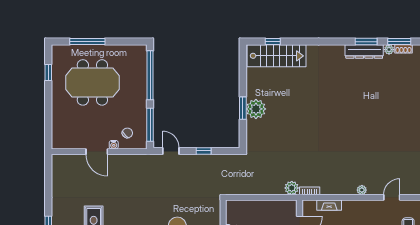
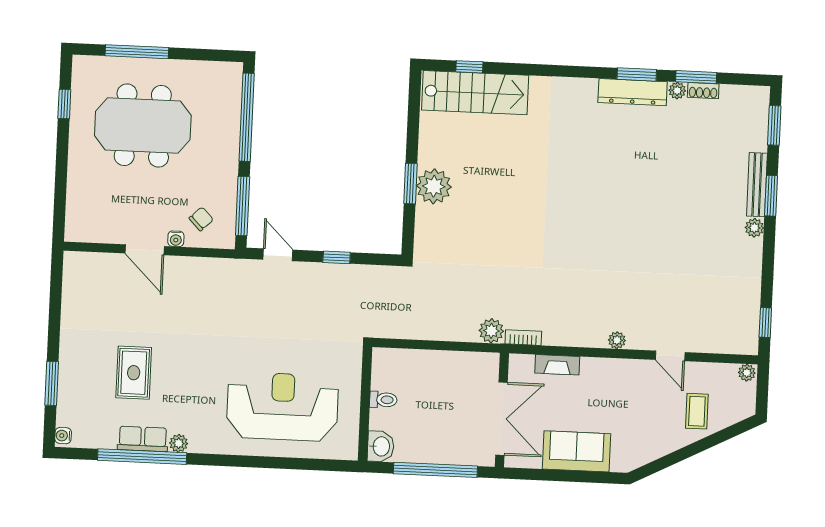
door: (392, 197) -> (670, 356), swing flipped

